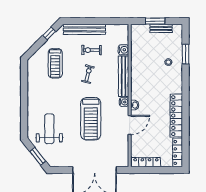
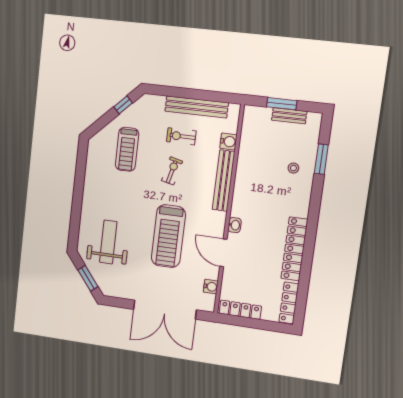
bench: (84, 29) -> (197, 107), moved
water cooler: (124, 102) -> (211, 287), moved
door: (130, 125) -> (223, 253), swing flipped

